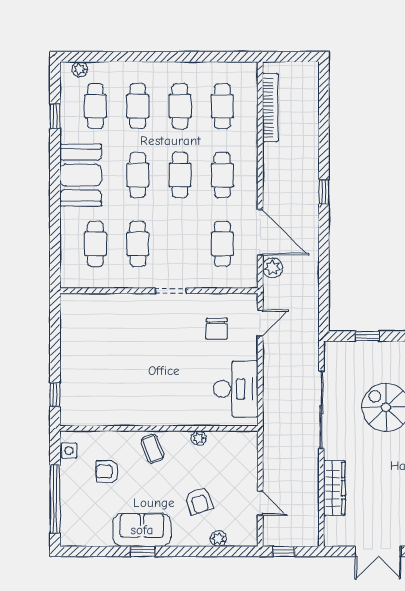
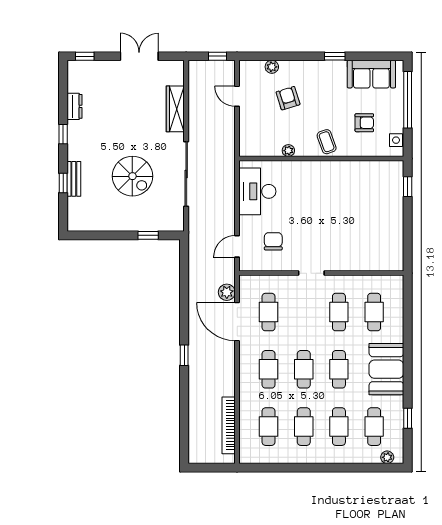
sofa: (142, 530) -> (371, 74), moved

